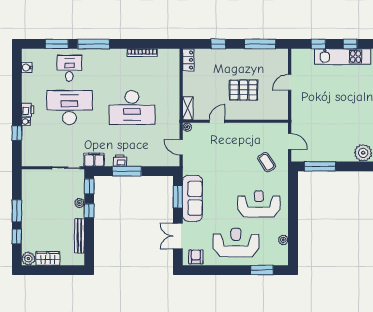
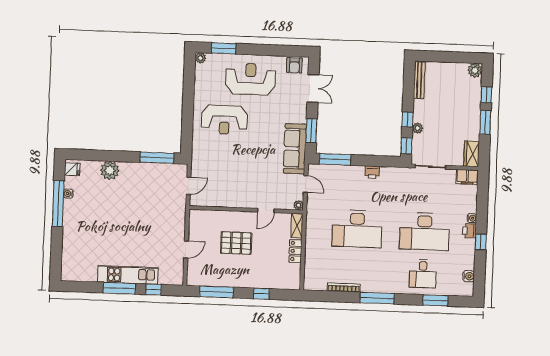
window: (93, 44) -> (377, 298), moved
window: (350, 44) -> (119, 288), width x2.17
locker: (188, 60) -> (295, 251), moved
desk: (132, 108) -> (357, 229), turned 180
window: (17, 133) -> (481, 242), moved
door: (290, 141) -> (189, 186), swing flipped
filing cabinet: (94, 160) -> (467, 177), moved
coffee table: (267, 162) -> (214, 164), removed
window: (127, 171) -> (335, 159), moved
sofa: (192, 198) -> (295, 149), moved
bench: (80, 236) -> (419, 80), moved
plant: (283, 240) -> (200, 58), moved
reception desk: (236, 243) -> (251, 79), turned 180
wardrobe: (48, 258) -> (472, 154), moved, turned 90

